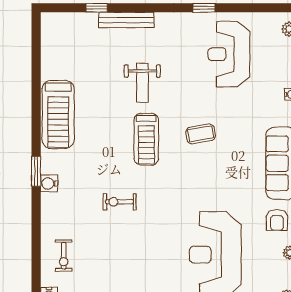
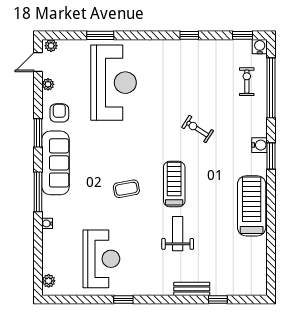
bench: (126, 20) -> (192, 289), width x0.73
exercise bike: (120, 202) -> (198, 129), turned -147
window: (36, 249) -> (271, 88), added

